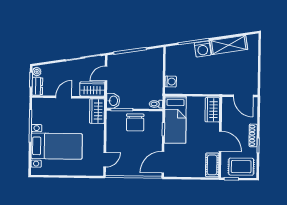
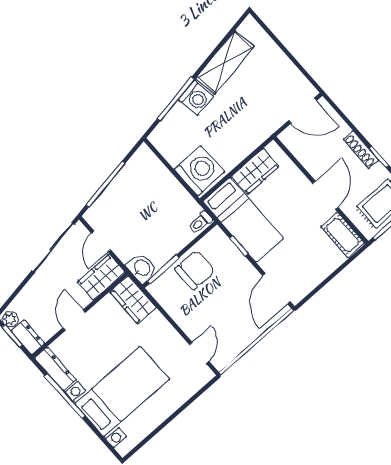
washing machine: (171, 82) -> (199, 171), width x1.89, depth x1.89
wardrobe: (212, 110) -> (255, 171), moved, turned -90
dresser: (37, 111) -> (56, 369), added
chair: (135, 122) -> (195, 270), turned -90
door: (220, 141) -> (325, 195), hinge flipped

